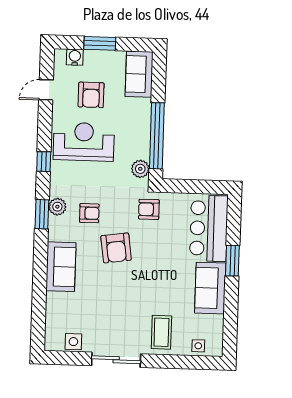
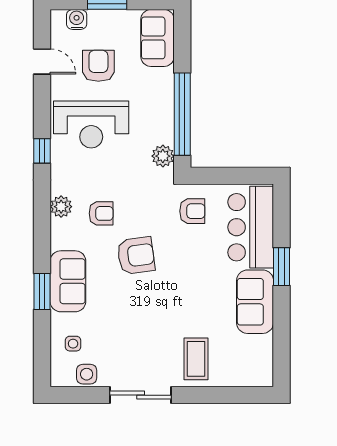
door: (46, 90) -> (42, 61), swing flipped
armchair: (91, 95) -> (98, 66), turned 180
reception desk: (84, 142) -> (91, 125), turned 180
armchair: (149, 209) -> (192, 211), moved, turned 180
window: (42, 214) -> (42, 292), moved
armchair: (116, 248) -> (136, 256), turned -90
side table: (198, 346) -> (73, 344), moved

